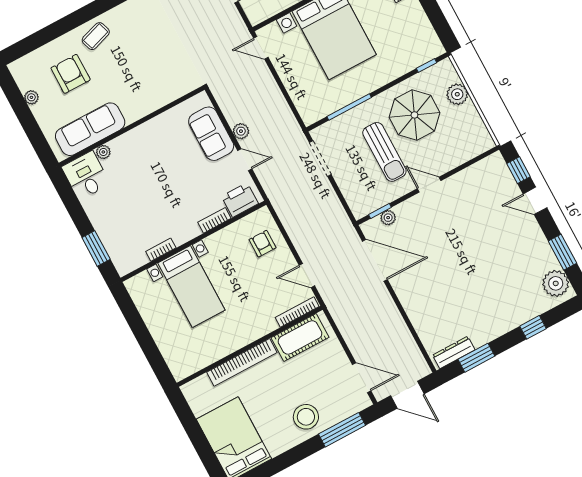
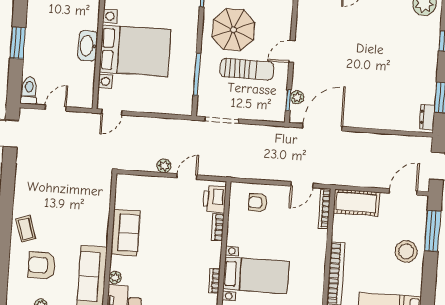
sofa: (211, 134) -> (125, 233), moved, turned -90
cot: (300, 337) -> (356, 203), moved, turned 90
dresser: (454, 352) -> (427, 117), width x0.70

